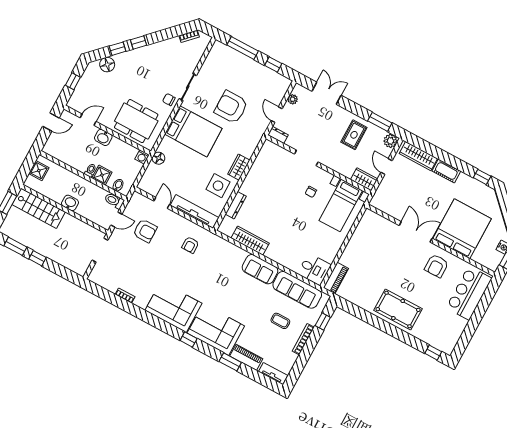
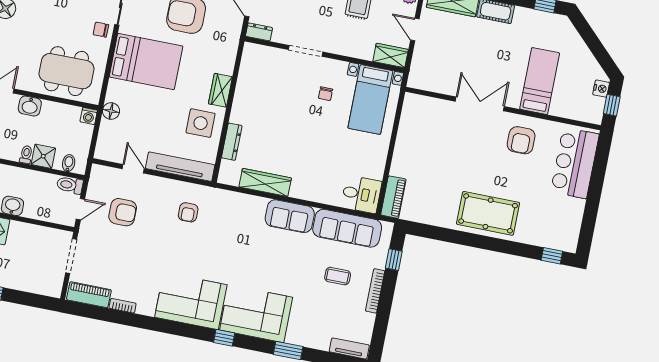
bed: (462, 229) -> (540, 81), width x0.49
piano: (246, 357) -> (89, 295), moved

